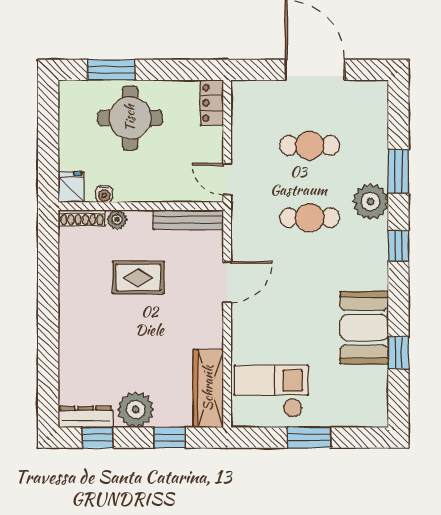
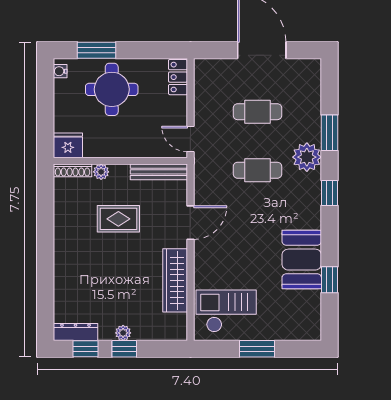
fridge: (71, 187) -> (68, 145), width x1.38
water cooler: (104, 194) -> (60, 71), moved, turned 90
wardrobe: (208, 388) -> (175, 280), moved
plant: (136, 410) -> (123, 333), width x0.53, depth x0.53
window: (169, 438) -> (124, 349), moved

